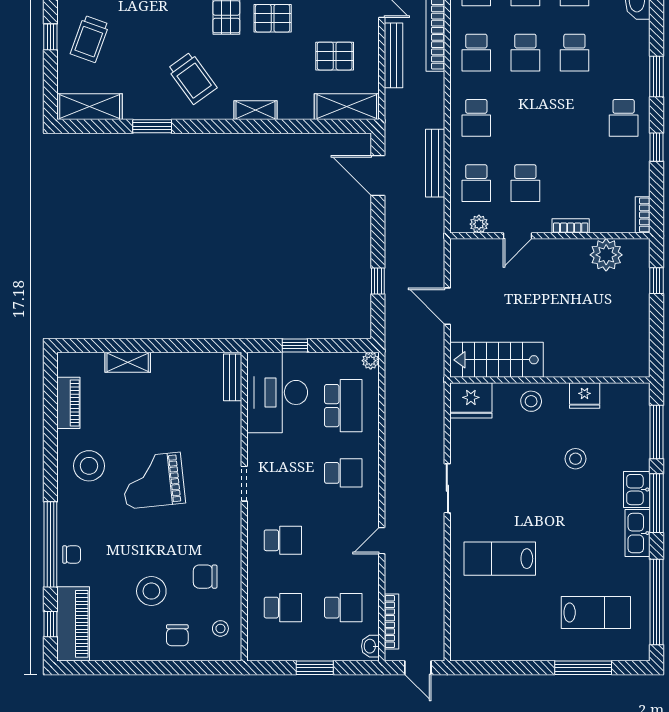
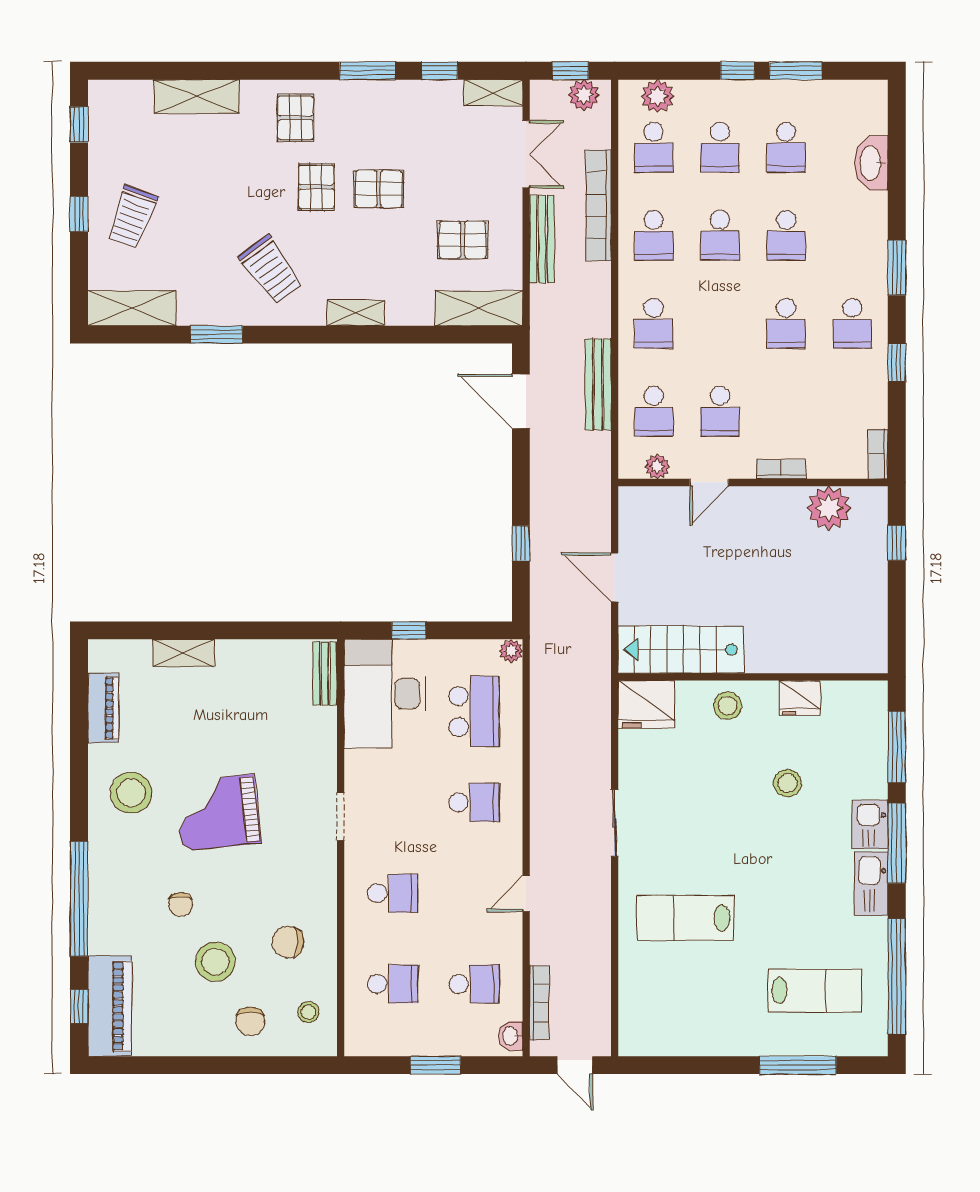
school desk: (574, 118) -> (786, 323), added
chair: (72, 554) -> (181, 904), moved, turned 90

